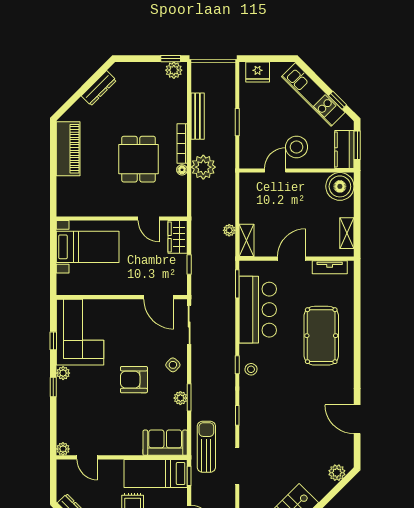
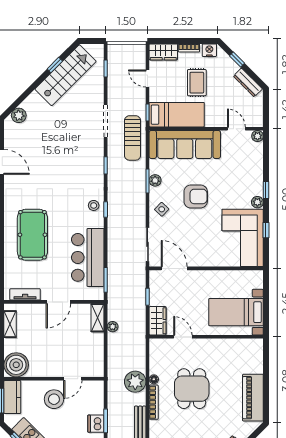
dishwasher: (248, 119) -> (96, 424), added
sofa: (165, 443) -> (185, 144), width x1.85, depth x1.27

